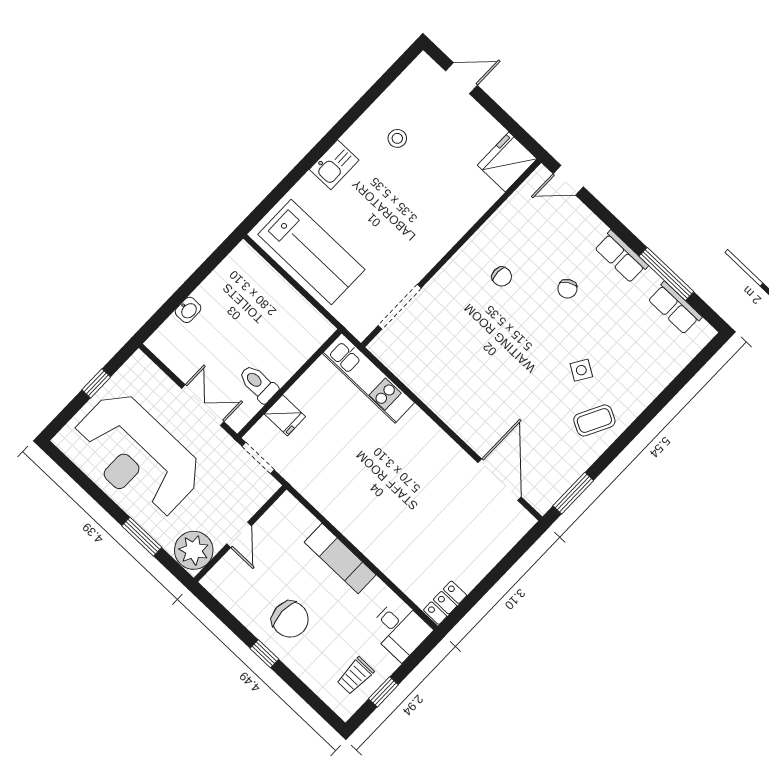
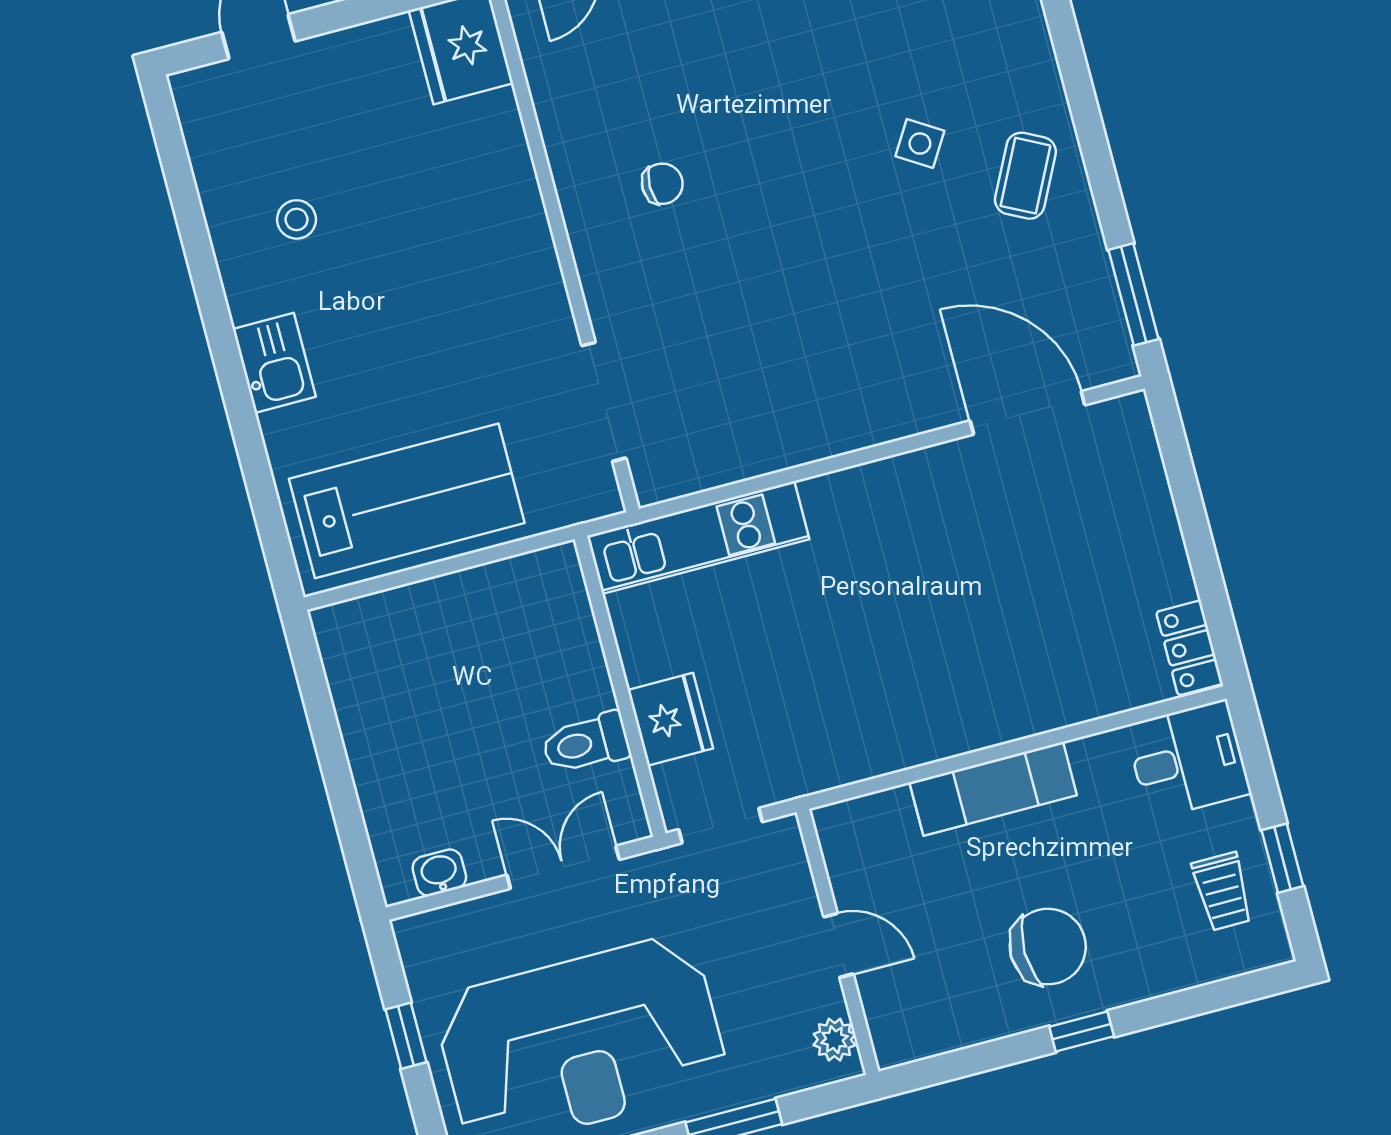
chair: (567, 289) -> (757, 78), removed
washbasin: (188, 310) -> (439, 873), moved, turned -90
fridge: (285, 415) -> (670, 719), width x1.38
plant: (194, 550) -> (834, 1040), width x0.53, depth x0.53

